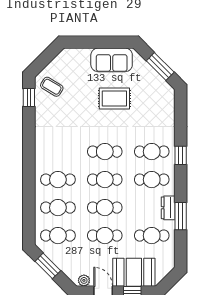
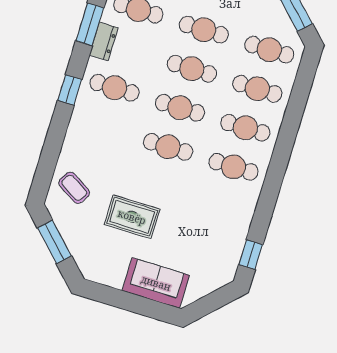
sofa: (112, 60) -> (156, 283), moved
coffee table: (52, 87) -> (74, 188), moved
cafe table: (152, 152) -> (233, 167), moved
window: (181, 155) -> (70, 90), moved

